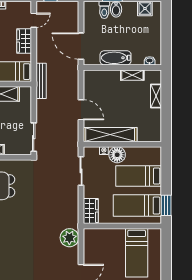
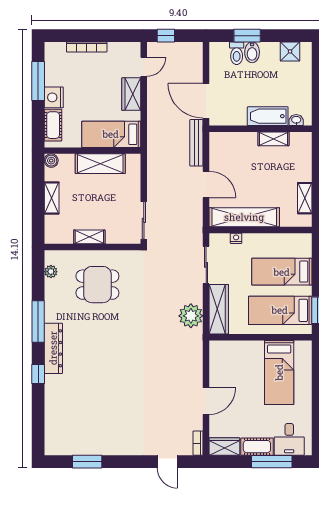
bathtub: (116, 58) -> (268, 116), moved
bench: (41, 81) -> (196, 143), moved
shelving: (156, 96) -> (305, 198), moved
floor lamp: (117, 155) -> (254, 244), removed
wardrobe: (91, 211) -> (219, 309), width x1.50
plant: (69, 238) -> (191, 316), moved

